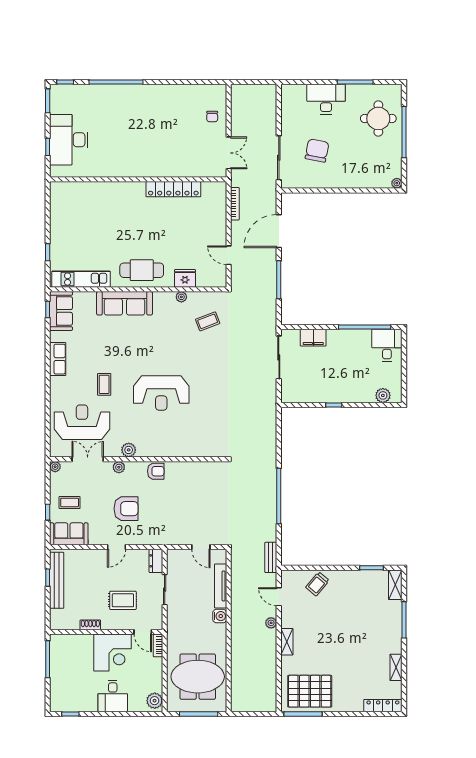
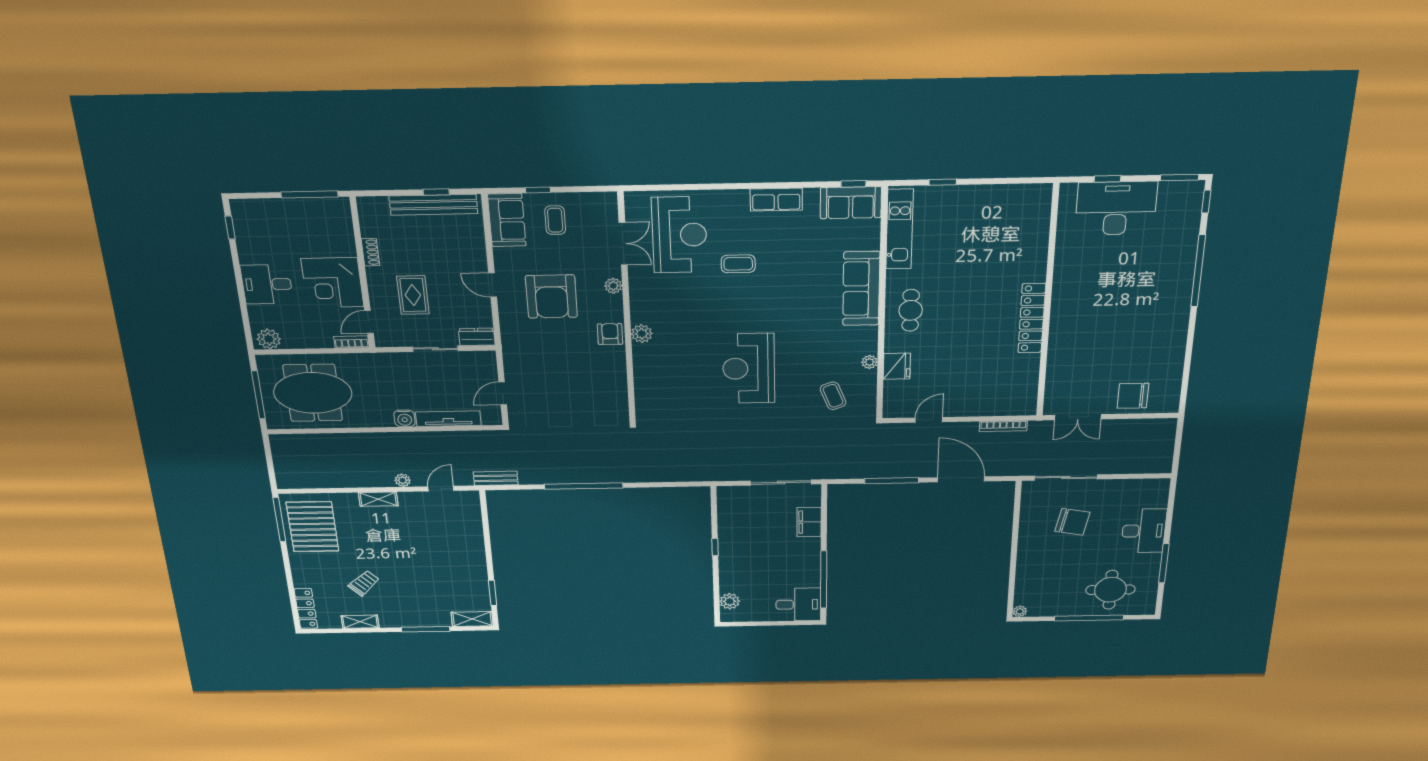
chair: (212, 116) -> (1133, 396), width x1.87, depth x1.87
locker: (173, 189) -> (1032, 318), moved
cafe table: (142, 270) -> (911, 310), width x0.73, depth x0.74
reception desk: (161, 393) -> (749, 368), moved
plant: (129, 450) -> (642, 334), moved
plant: (55, 467) -> (609, 199), removed
armchair: (156, 471) -> (610, 334), turned 180
armchair: (126, 509) -> (551, 296), width x1.36, depth x1.36
trolley: (317, 584) -> (364, 583), moved, turned 96
meeting table: (198, 677) -> (313, 393), turned 90

